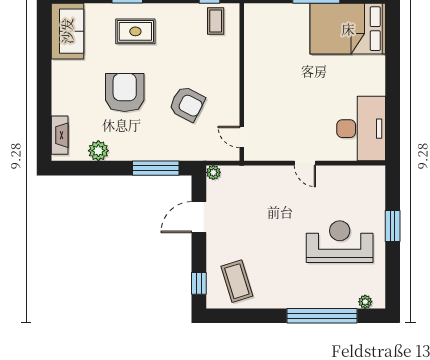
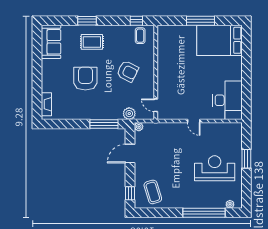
armchair: (187, 104) -> (128, 71), moved
plant: (98, 151) -> (129, 114), moved

